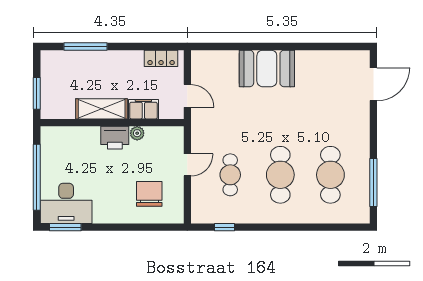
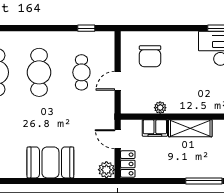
locker: (161, 58) -> (128, 164), moved, turned 90
plant: (201, 60) -> (106, 170), added
printer: (115, 138) -> (179, 104), removed

